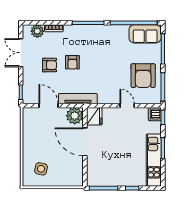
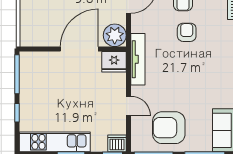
armchair: (72, 62) -> (187, 32), turned 90
tv unit: (78, 99) -> (138, 59), moved
door: (127, 106) -> (128, 106), hinge flipped

